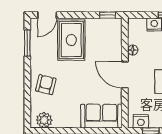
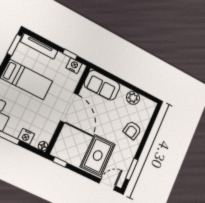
floor lamp: (133, 50) -> (43, 146), moved
door: (125, 75) -> (69, 108), width x1.36
plant: (44, 120) -> (133, 98), moved

